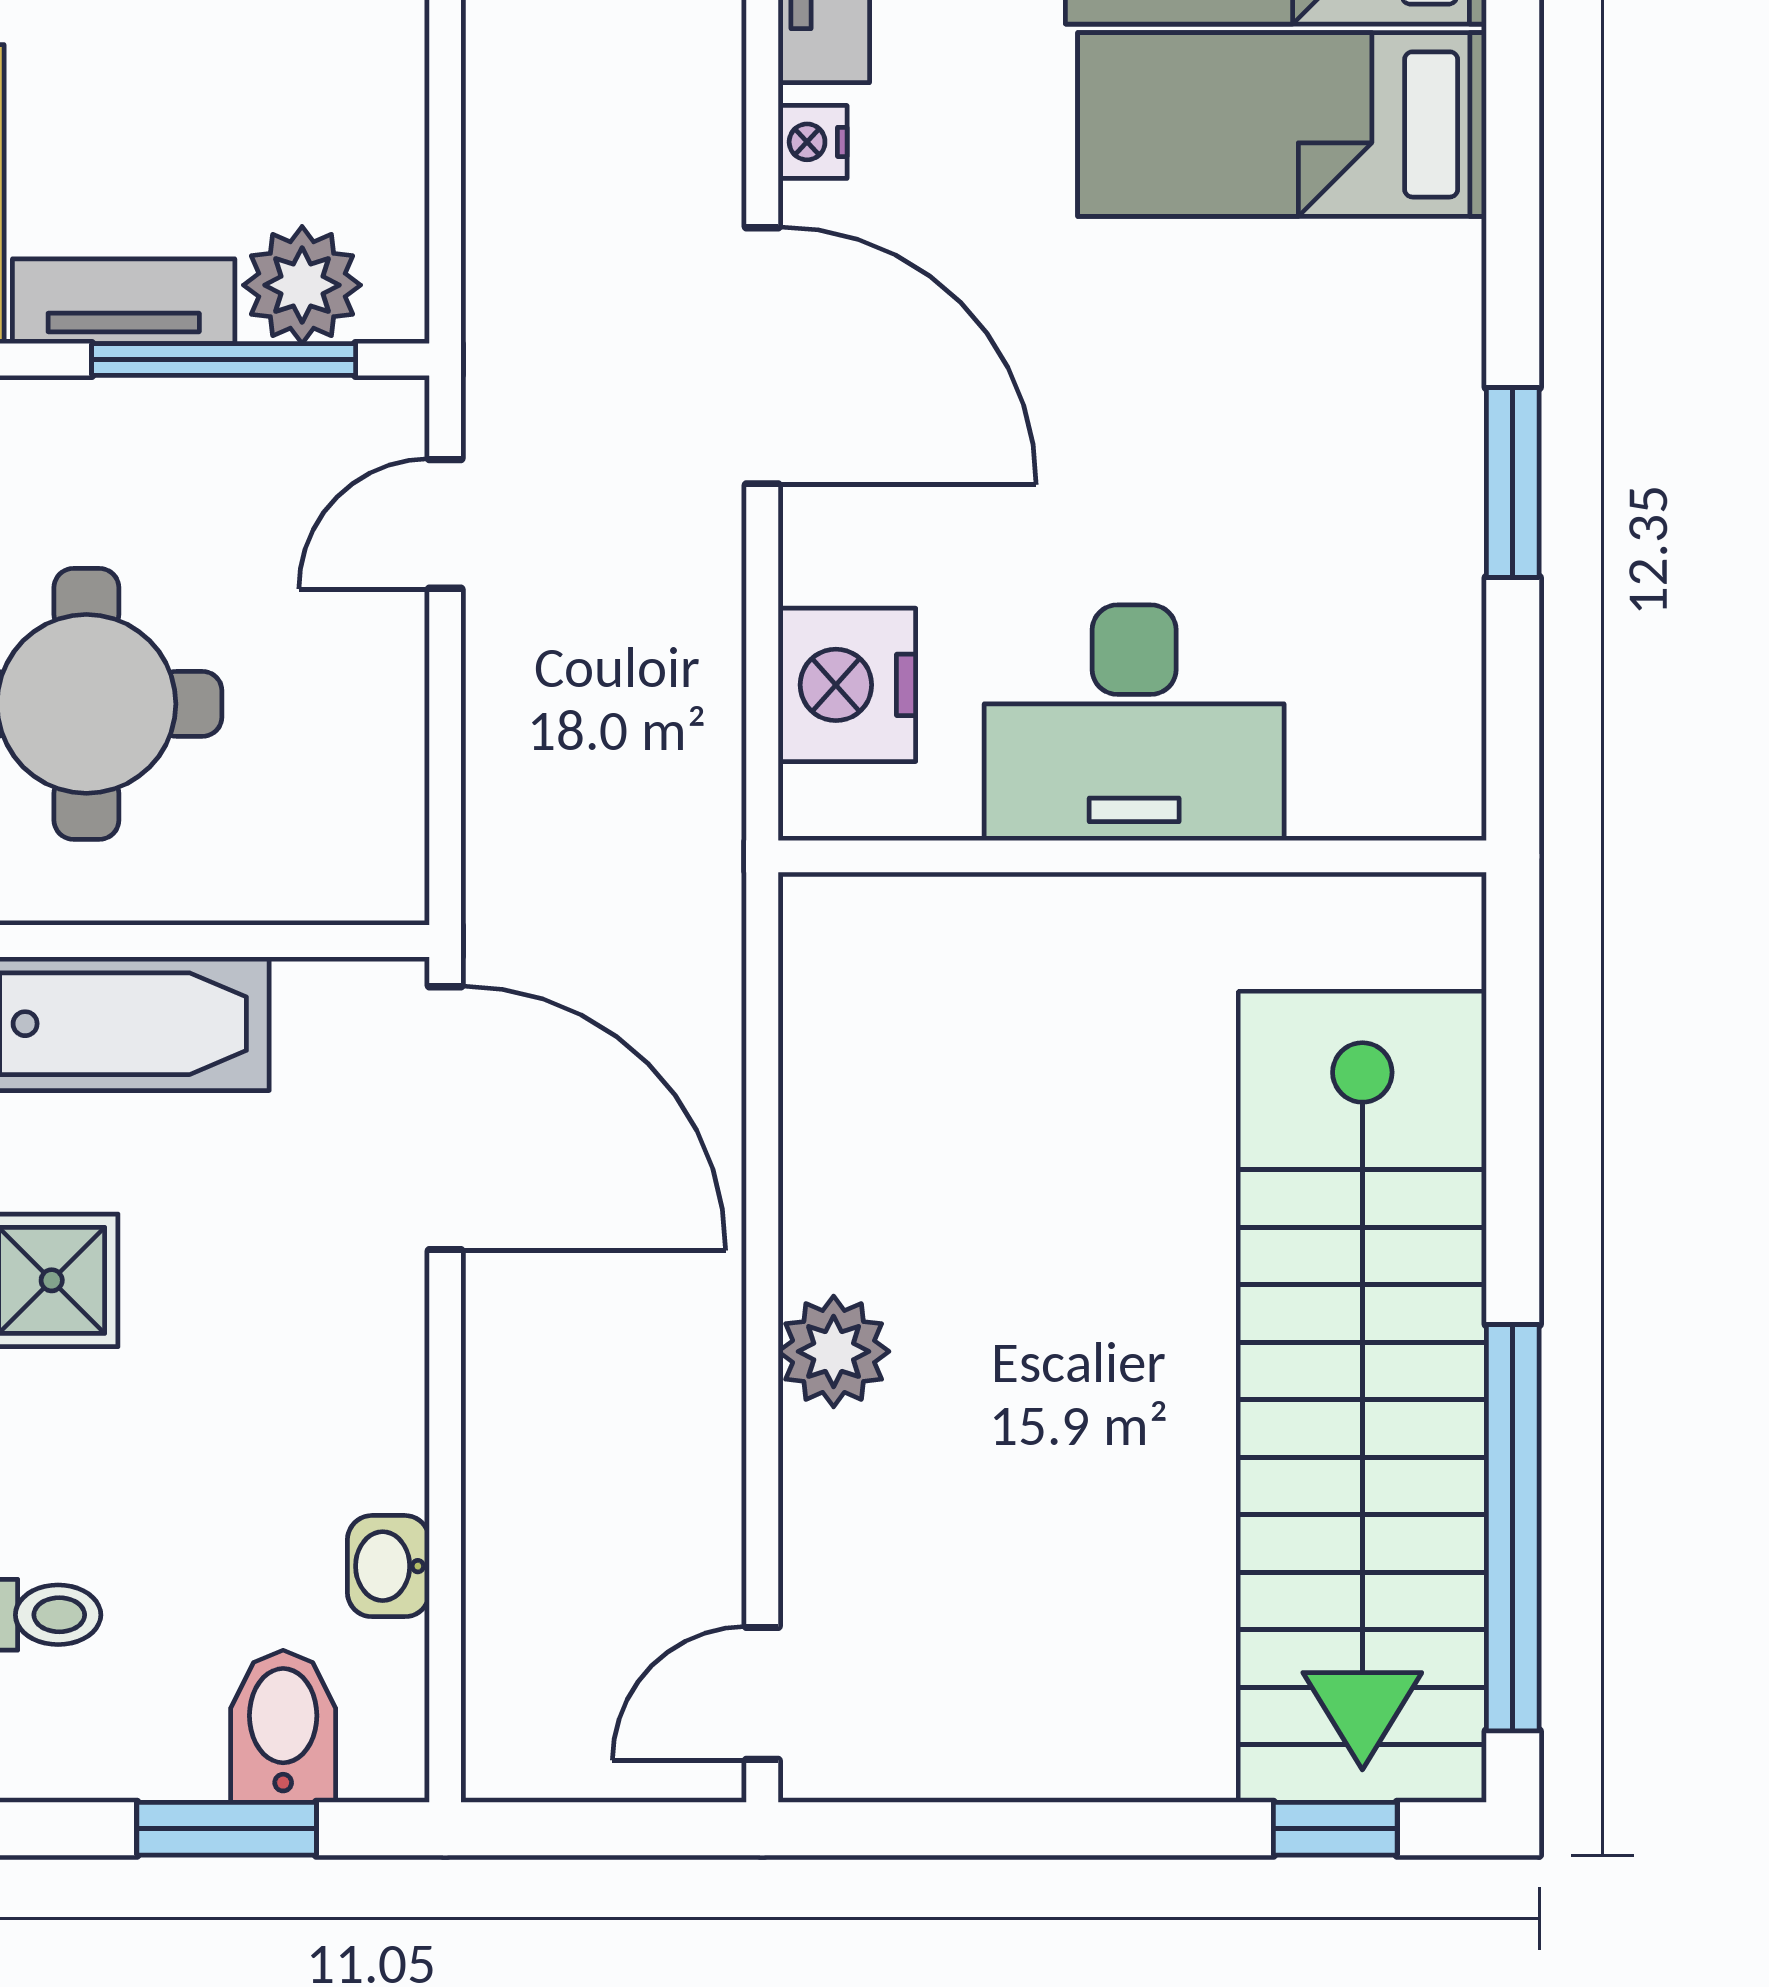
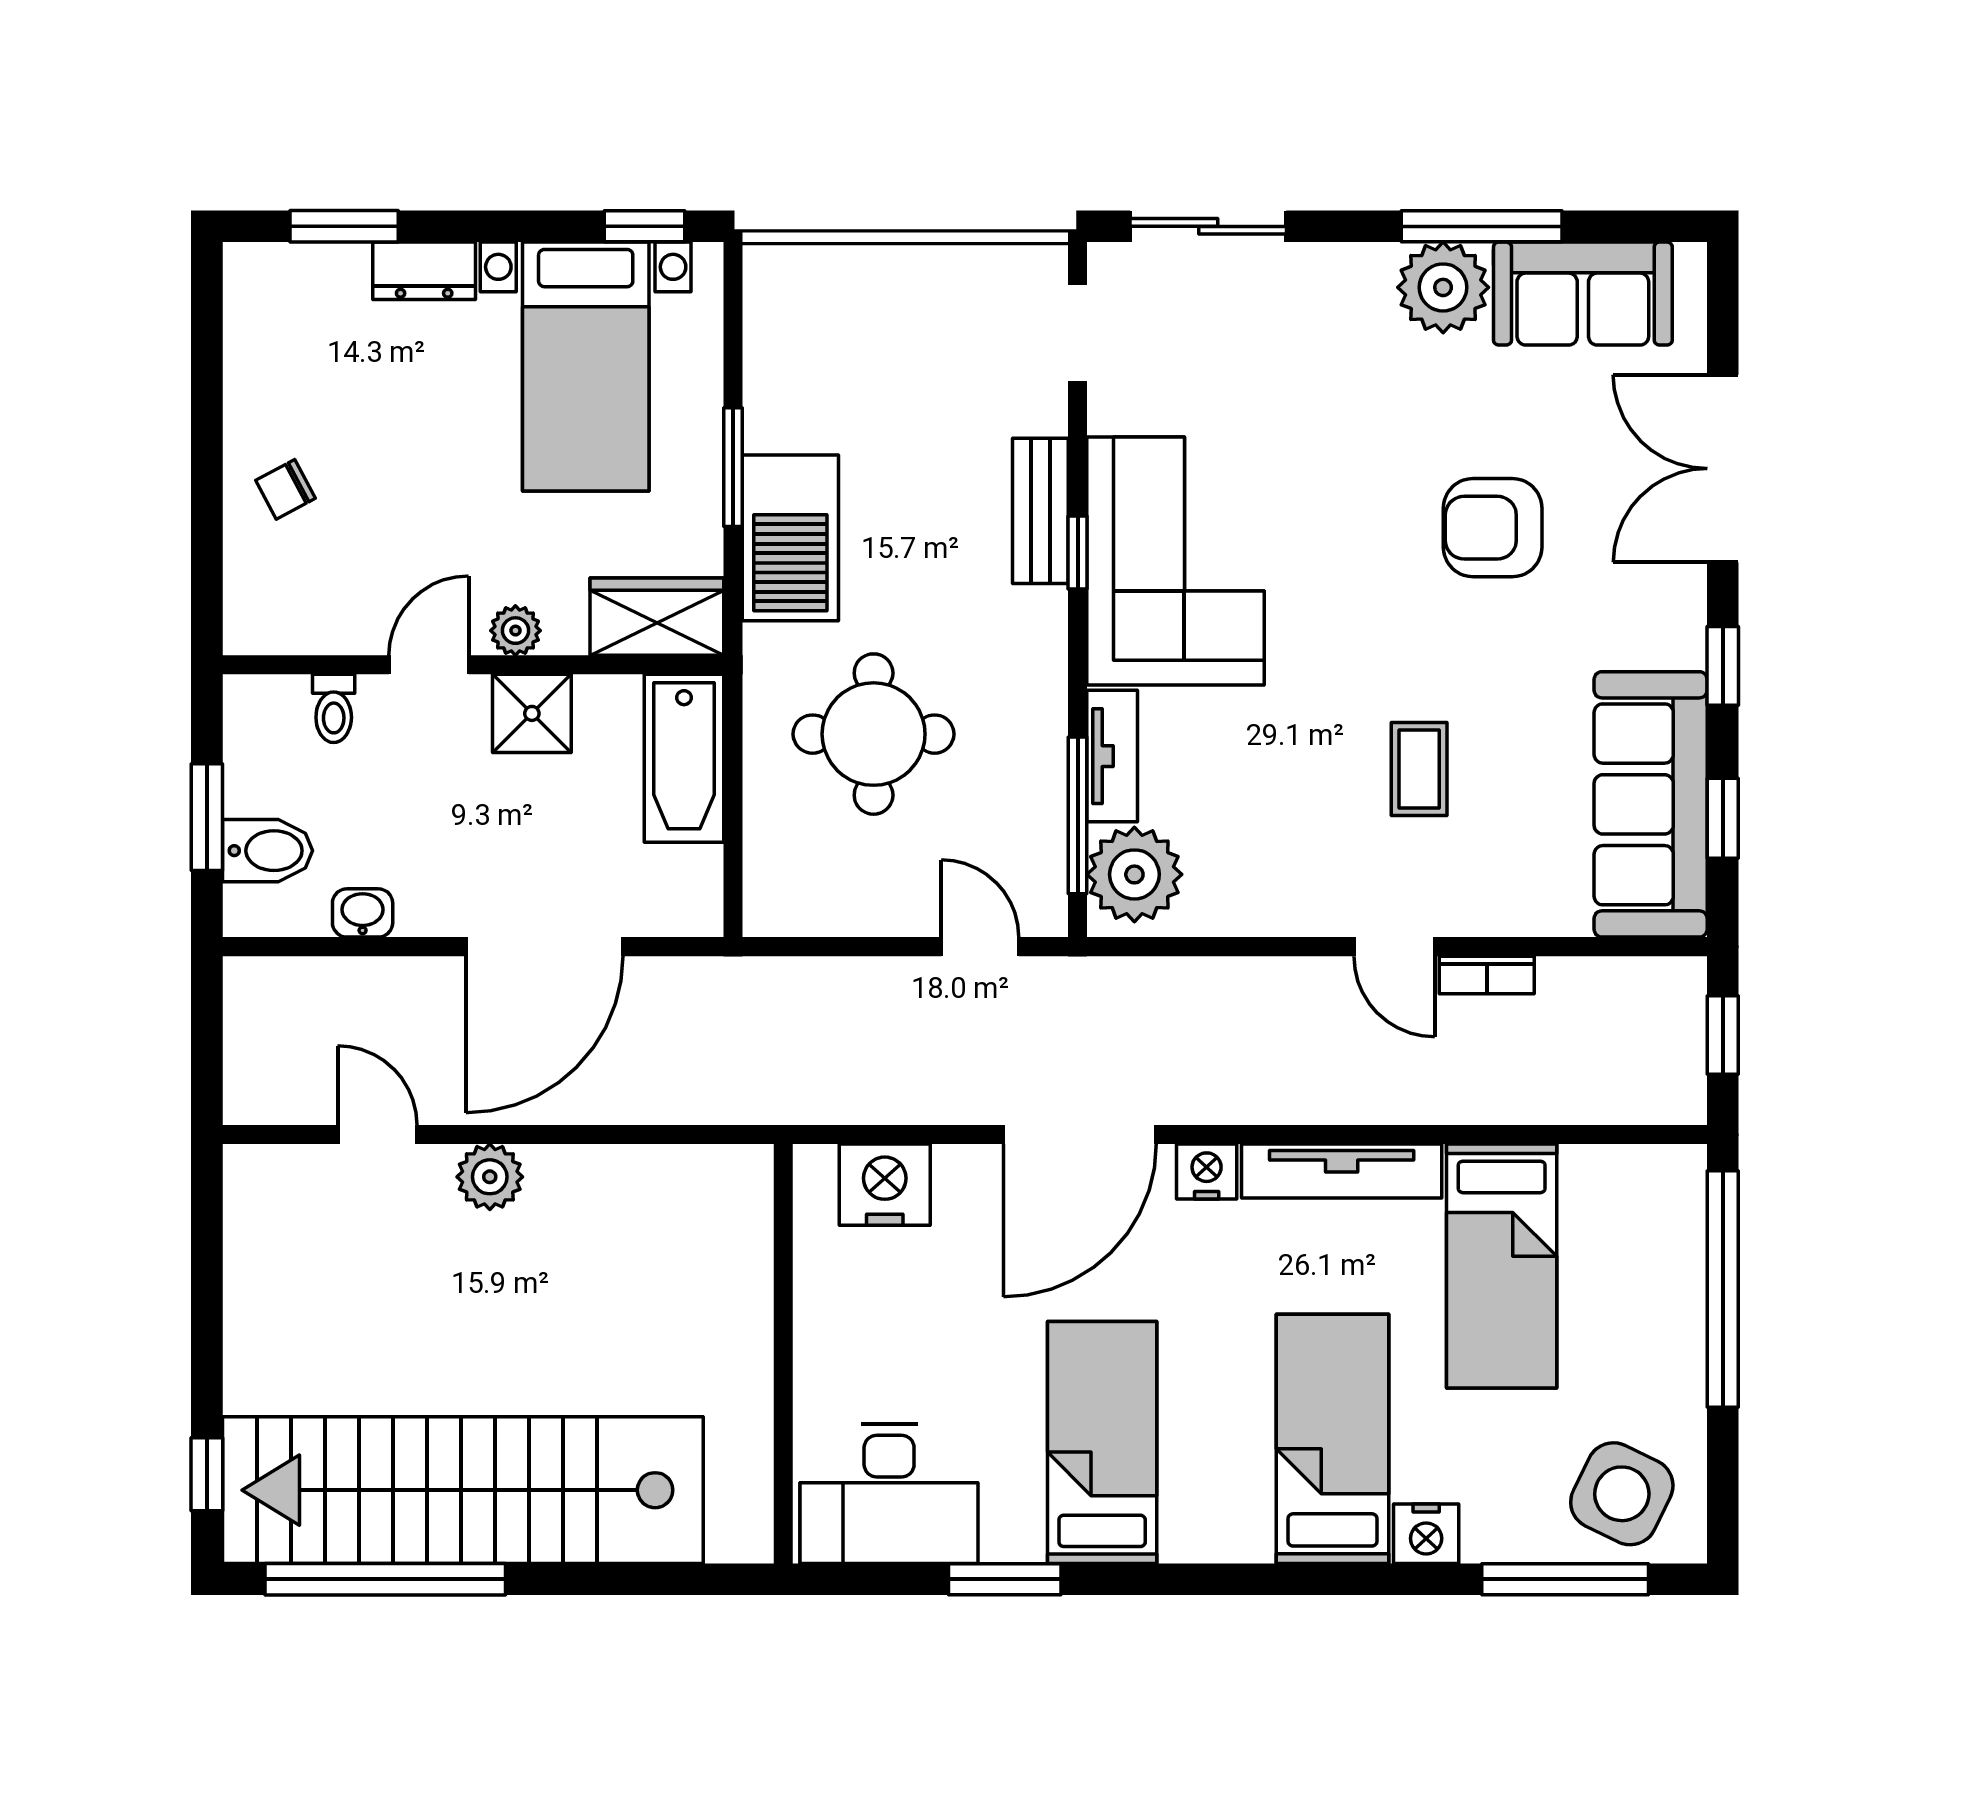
bed: (1282, 124) -> (1102, 1443), moved
nightstand: (813, 142) -> (1207, 1172), width x1.39, depth x1.35
plant: (302, 285) -> (1134, 874), width x1.36, depth x1.36
desk: (1134, 723) -> (889, 1494), moved, turned -90
door: (445, 1118) -> (544, 947), moved
door: (762, 1693) -> (377, 1135), moved

